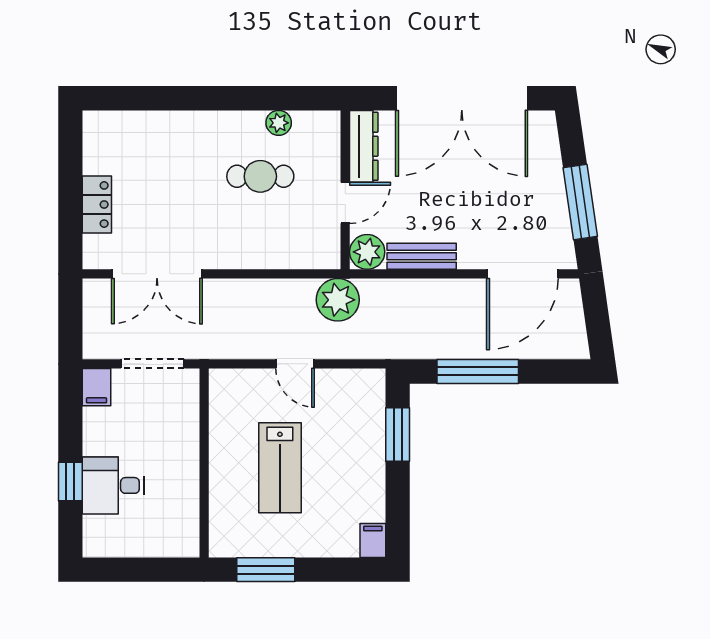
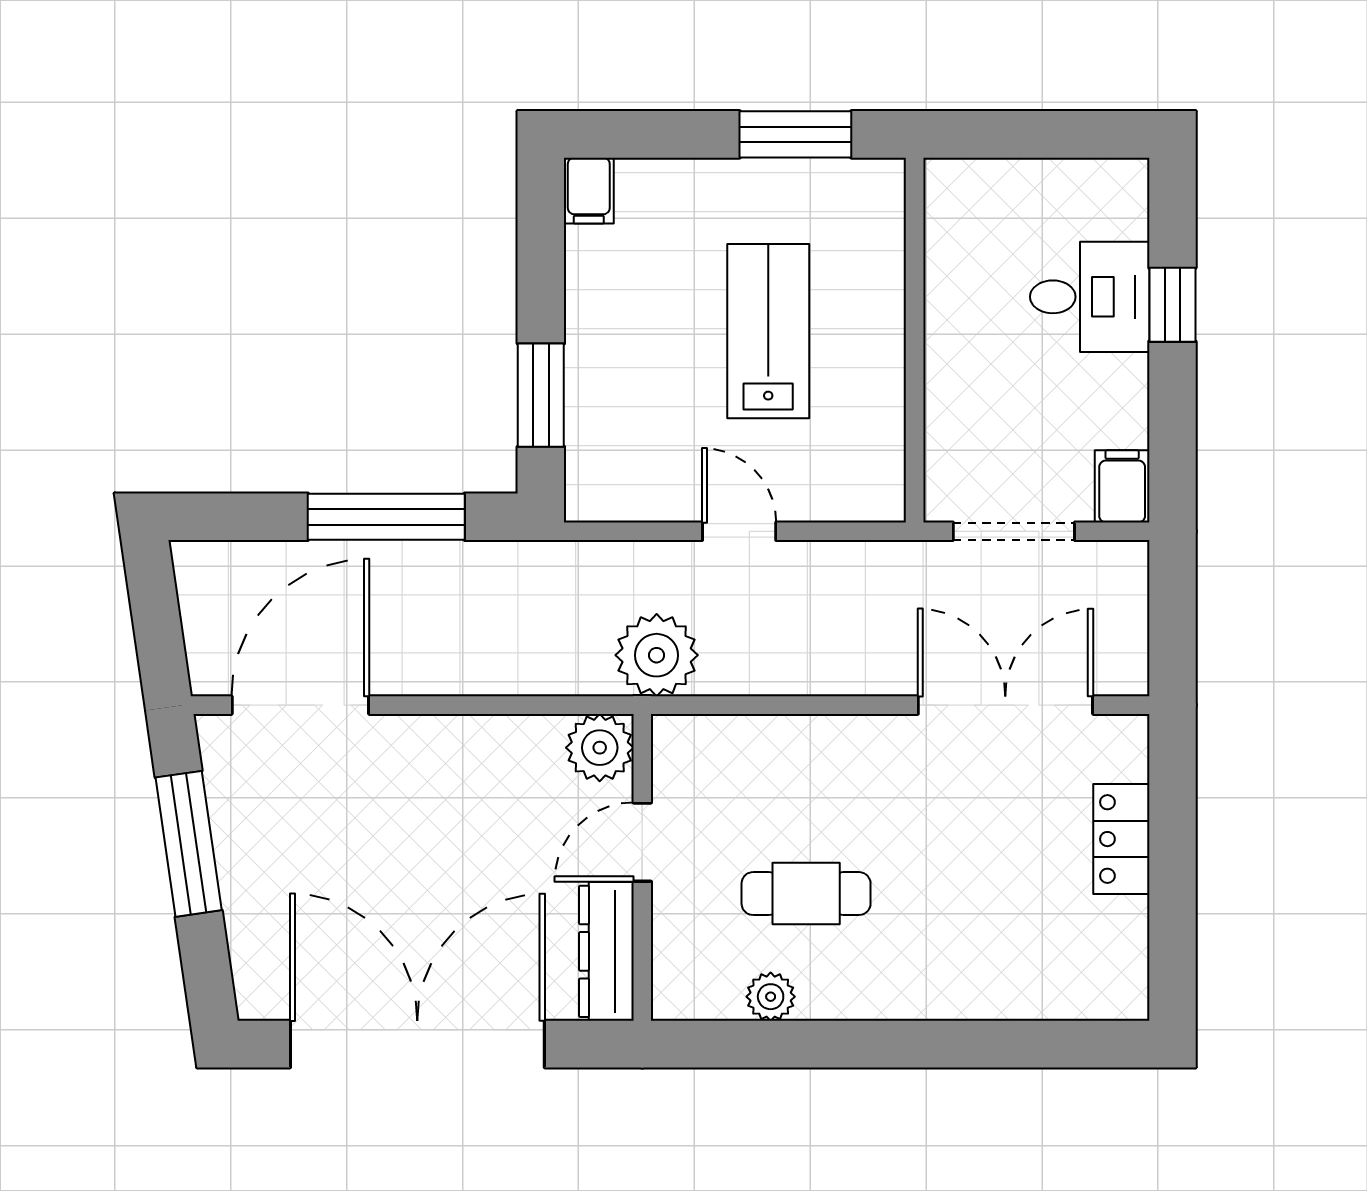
bench: (422, 256) -> (495, 739), removed

